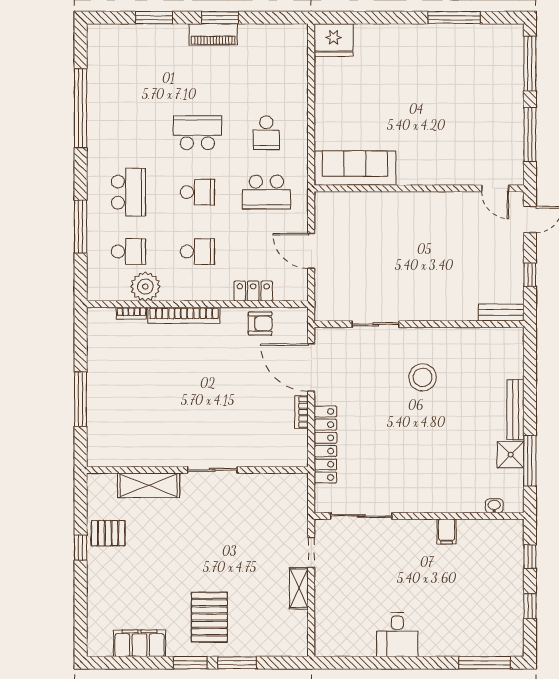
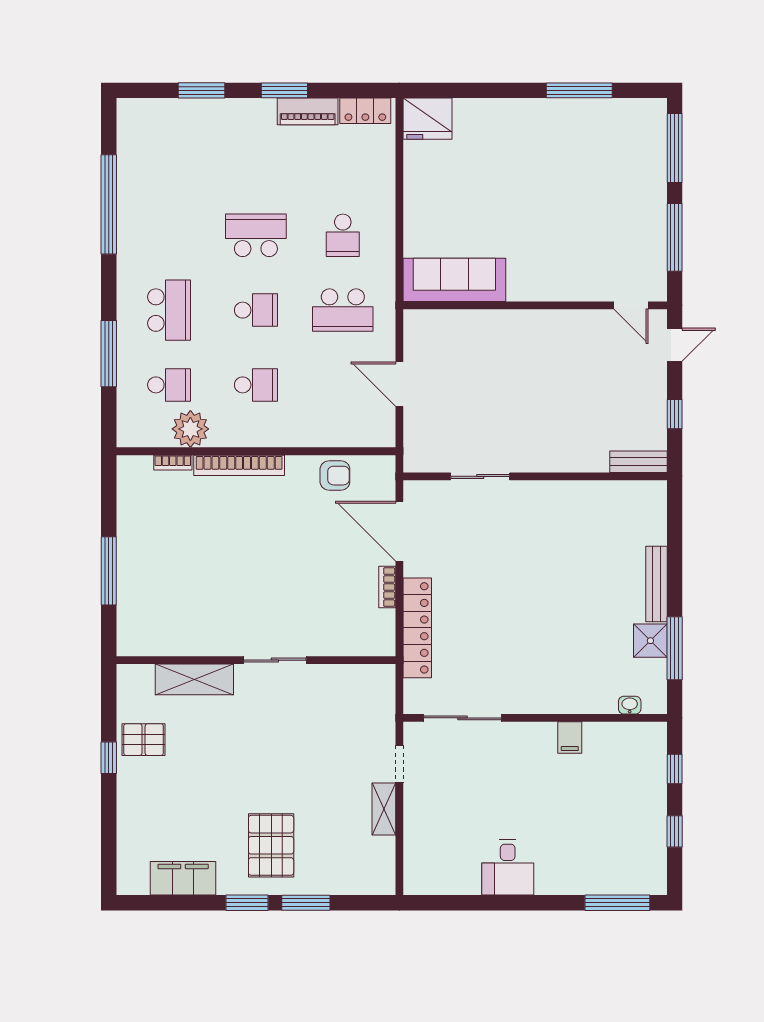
piano: (213, 34) -> (308, 111), moved
locker: (253, 291) -> (365, 111), moved, turned 180
stool: (423, 377) -> (540, 543), removed

